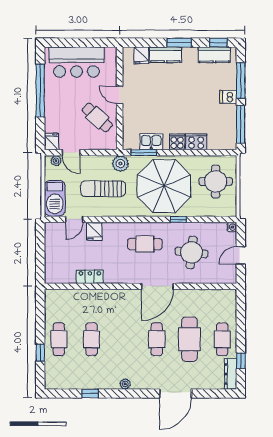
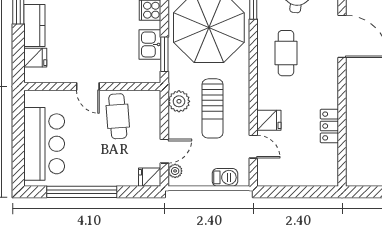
door: (120, 95) -> (88, 86), hinge flipped
cafe table: (97, 117) -> (118, 116), turned -47
plant: (120, 164) -> (179, 101), moved
barbecue: (55, 198) -> (225, 177), width x0.53, depth x0.65

